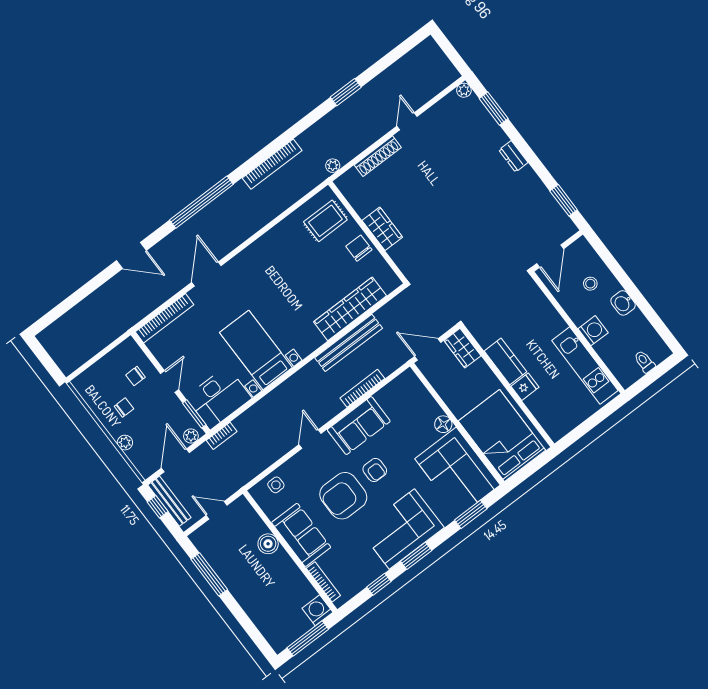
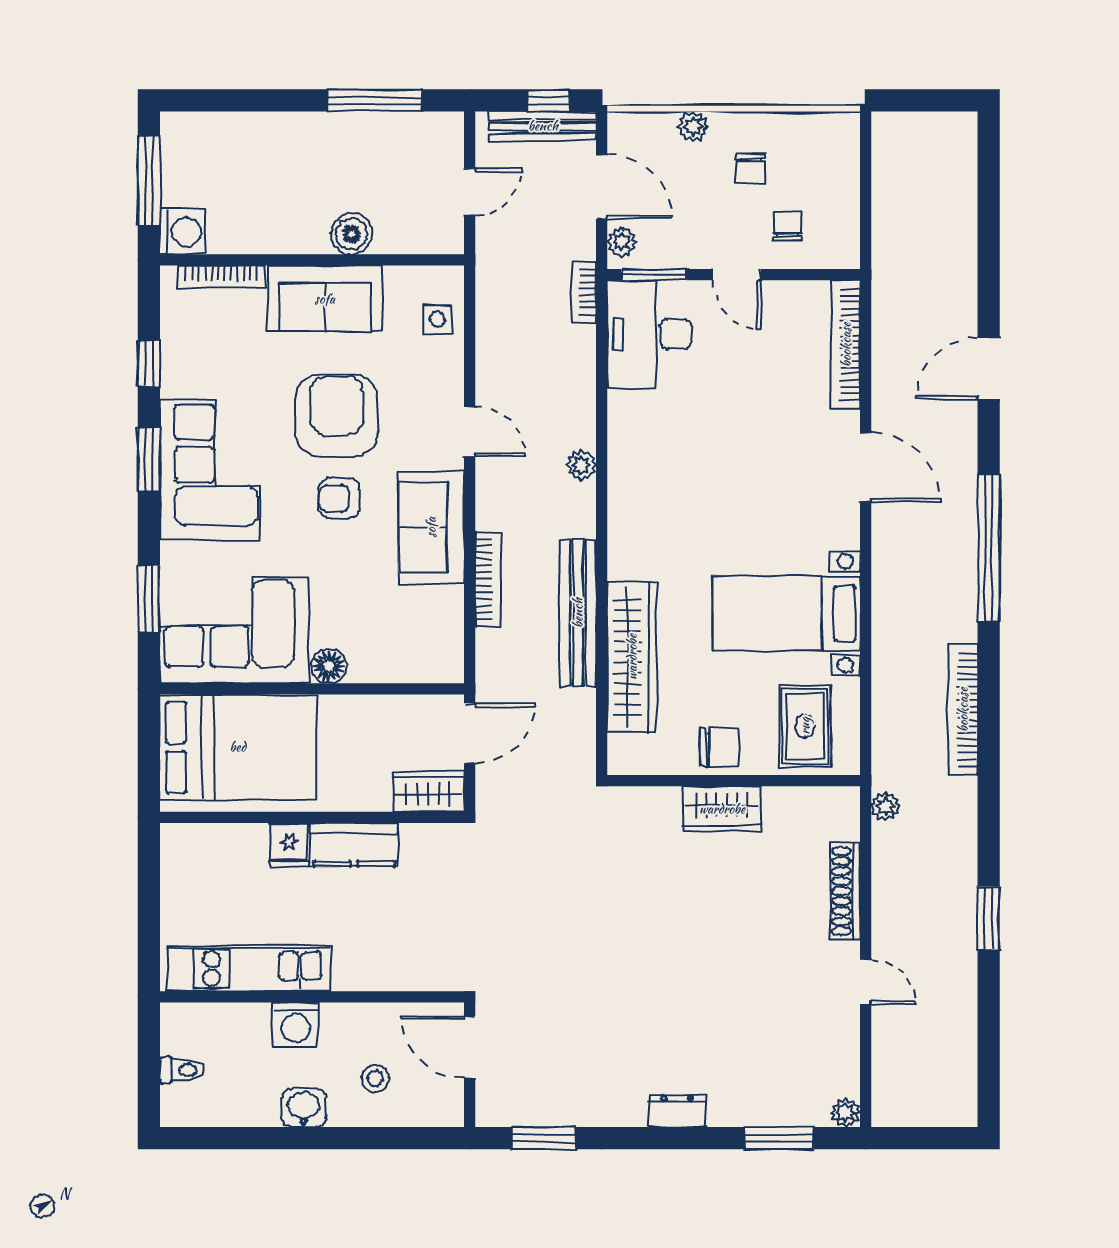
bed with nightstands: (256, 350) -> (786, 613), moved, turned 180
plant: (290, 385) -> (581, 465), added

